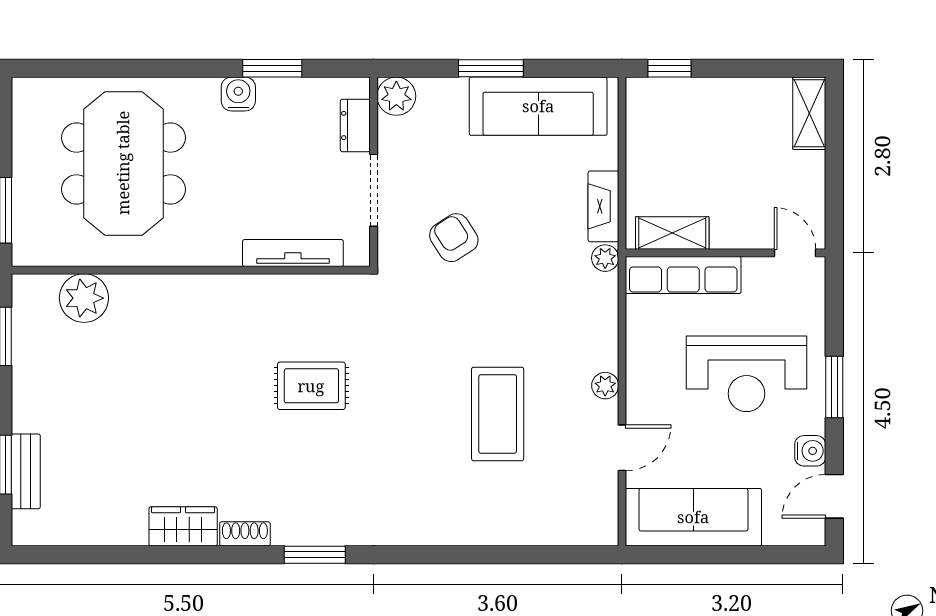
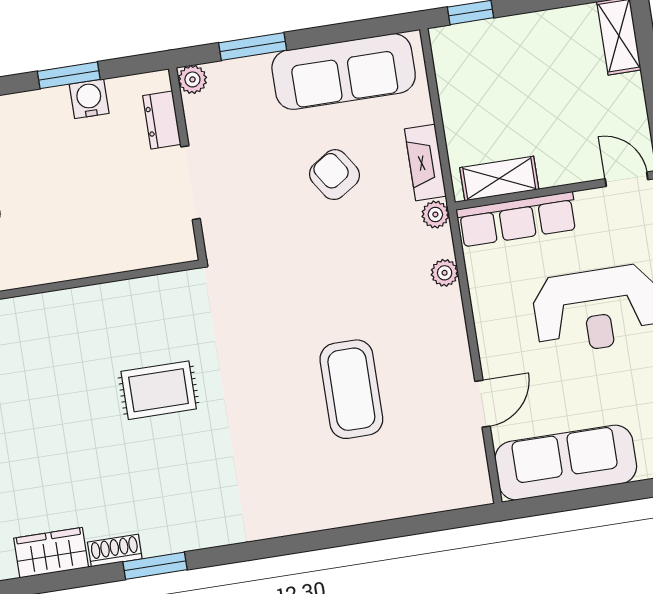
window: (491, 68) -> (253, 47), moved
water cooler: (238, 94) -> (89, 99), moved
plant: (396, 96) -> (192, 79), width x0.73, depth x0.73
armchair: (454, 238) -> (334, 175), moved
tv unit: (293, 253) -> (119, 259), removed
plant: (605, 386) -> (445, 273), moved
window: (315, 555) -> (155, 566), moved

